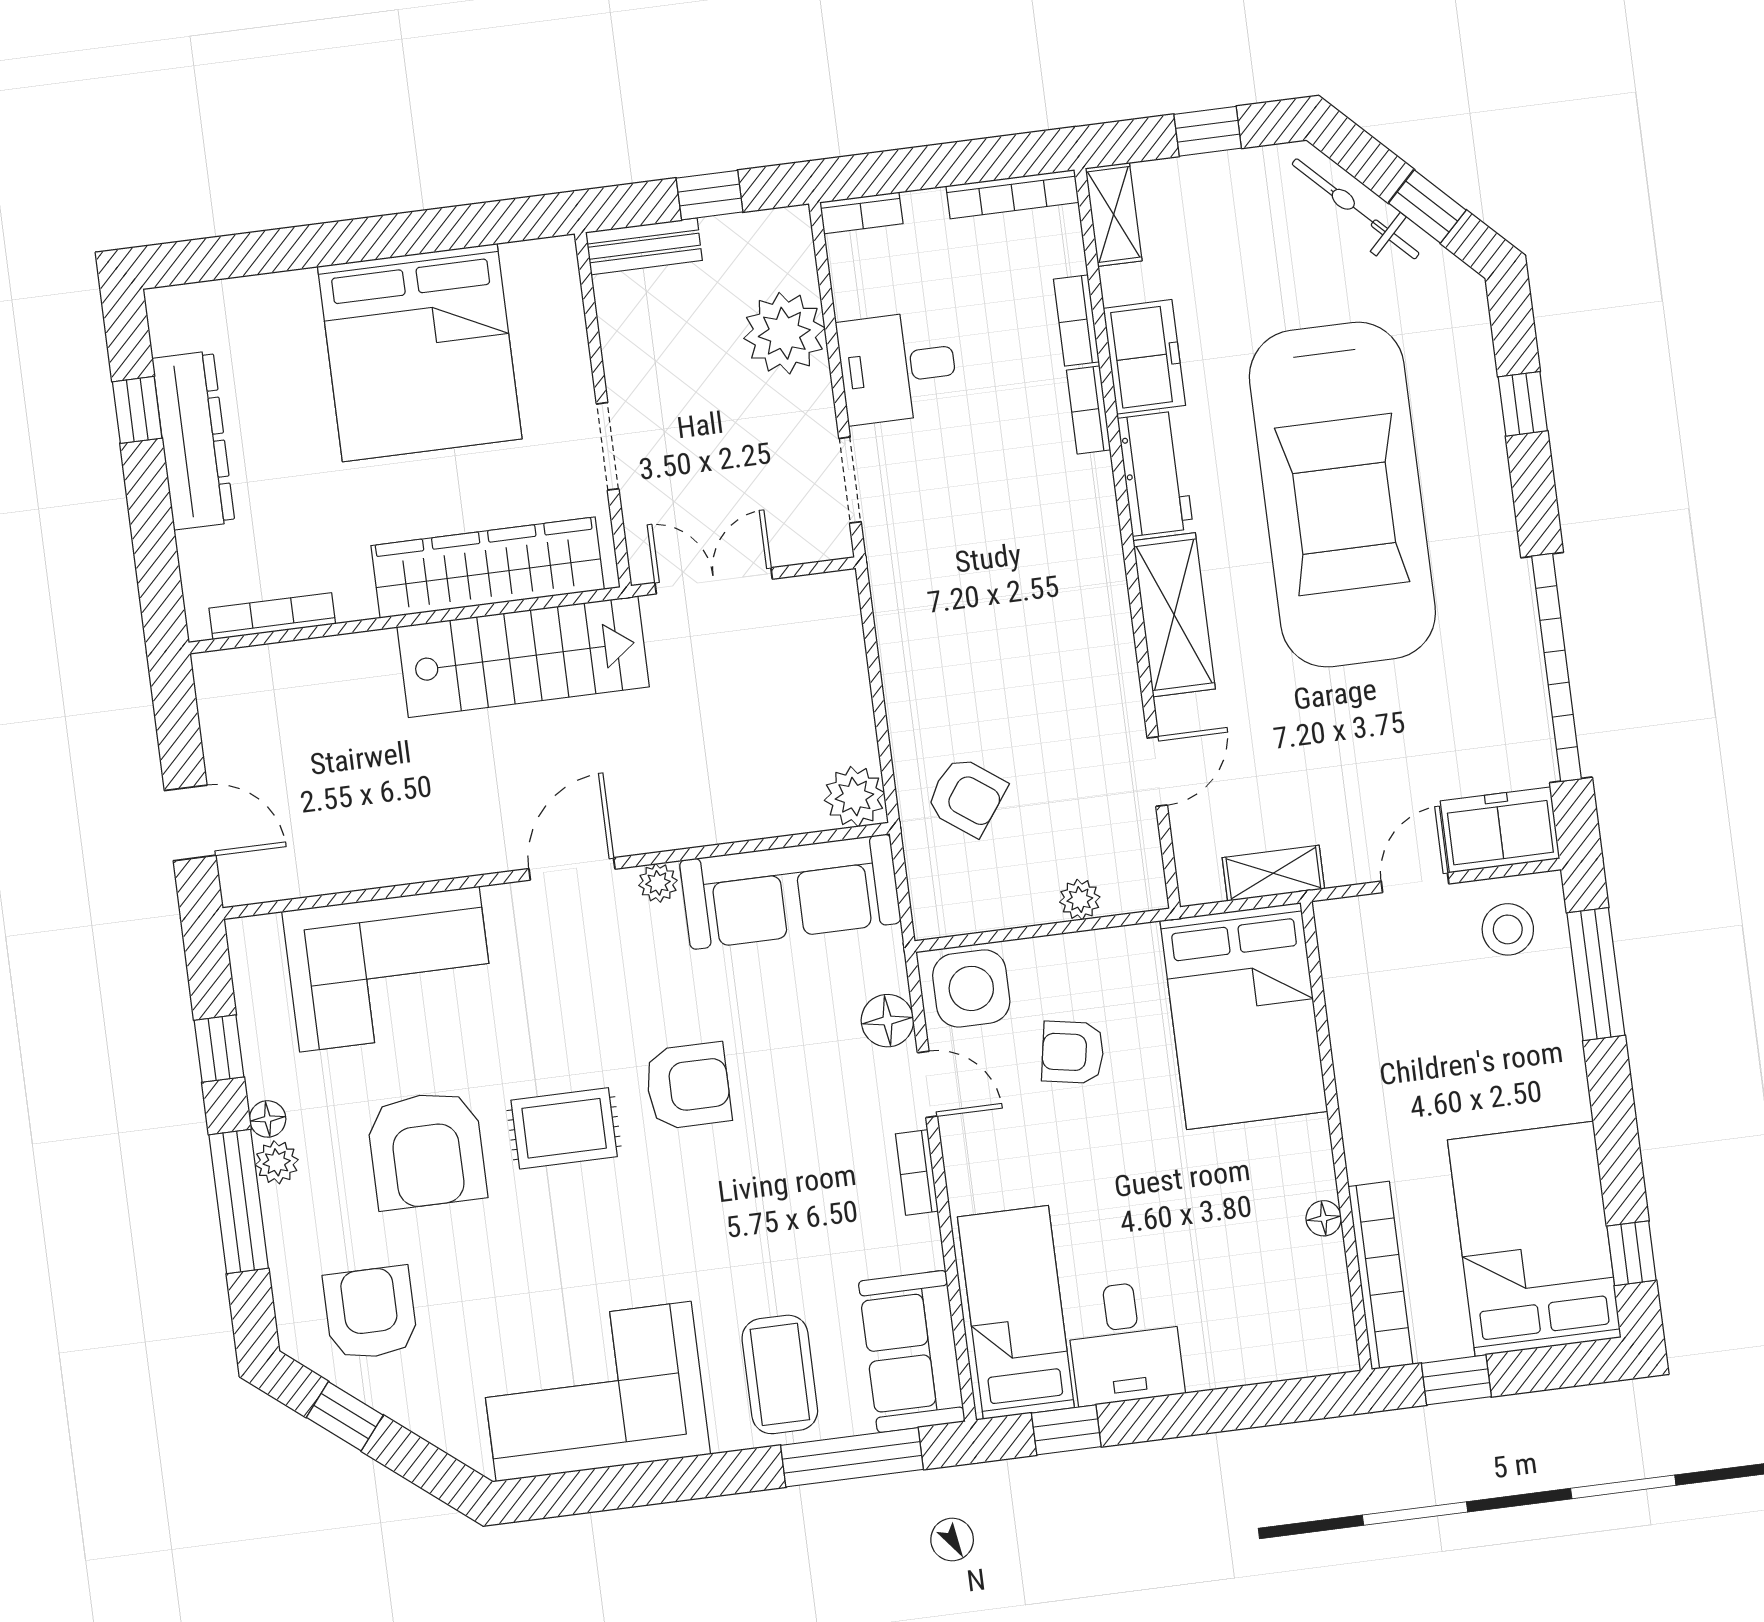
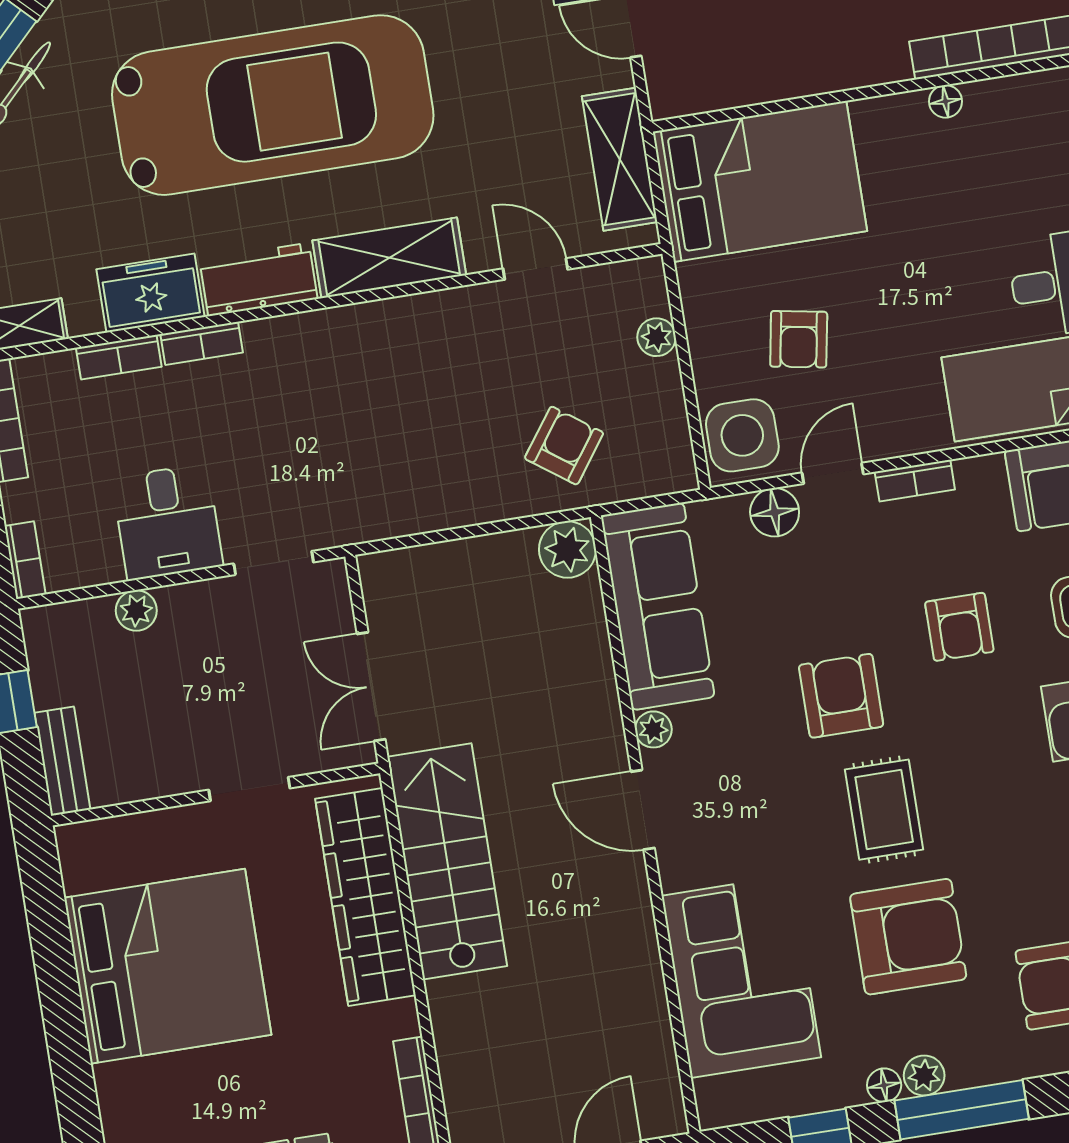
plant: (784, 333) -> (136, 610), width x0.53, depth x0.53
shelving: (1273, 873) -> (620, 159), width x1.50, depth x1.33
armchair: (758, 1215) -> (959, 627), added

